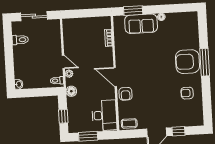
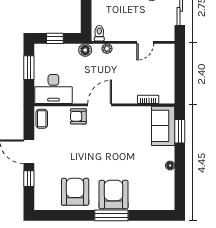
sofa: (141, 24) -> (163, 126), moved
door: (63, 62) -> (145, 42), moved
armchair: (187, 93) -> (75, 192), width x1.88, depth x1.88

